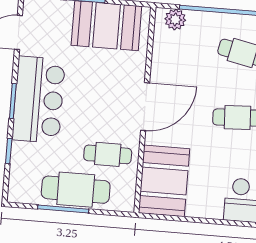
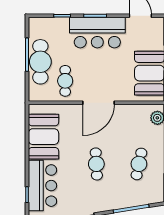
door: (145, 107) -> (99, 103), hinge flipped
booth: (164, 181) -> (43, 137), moved, turned 90

